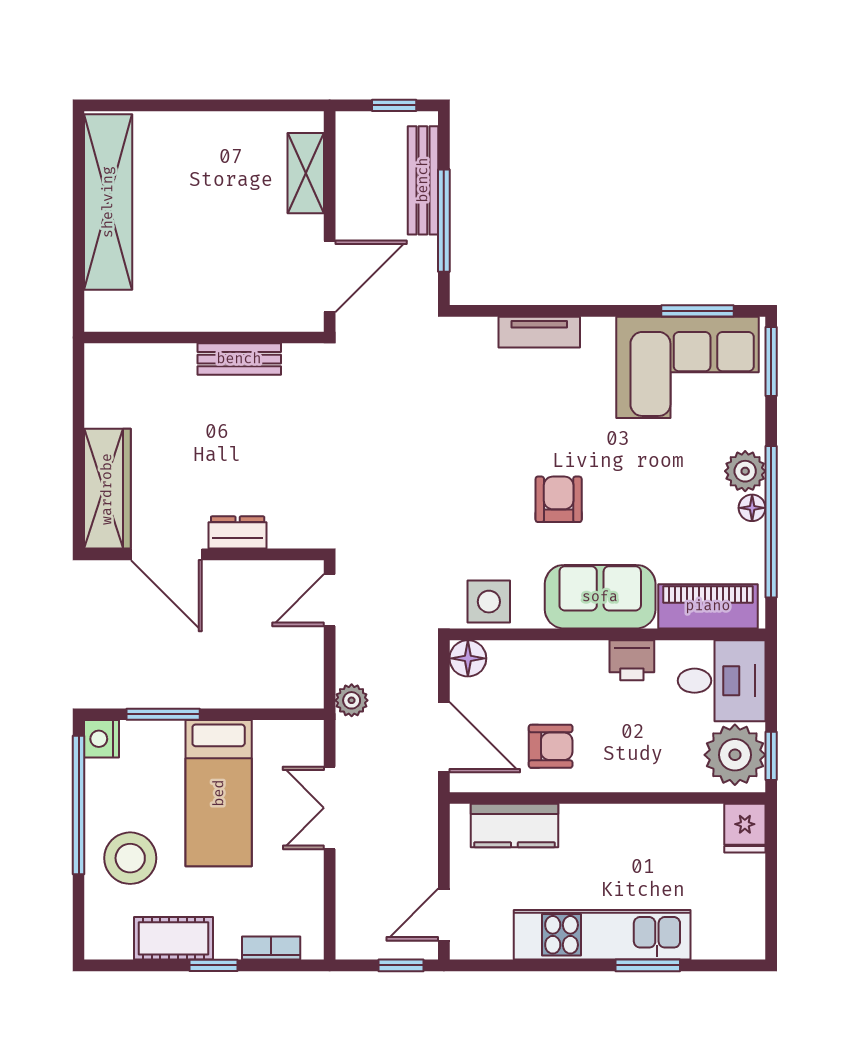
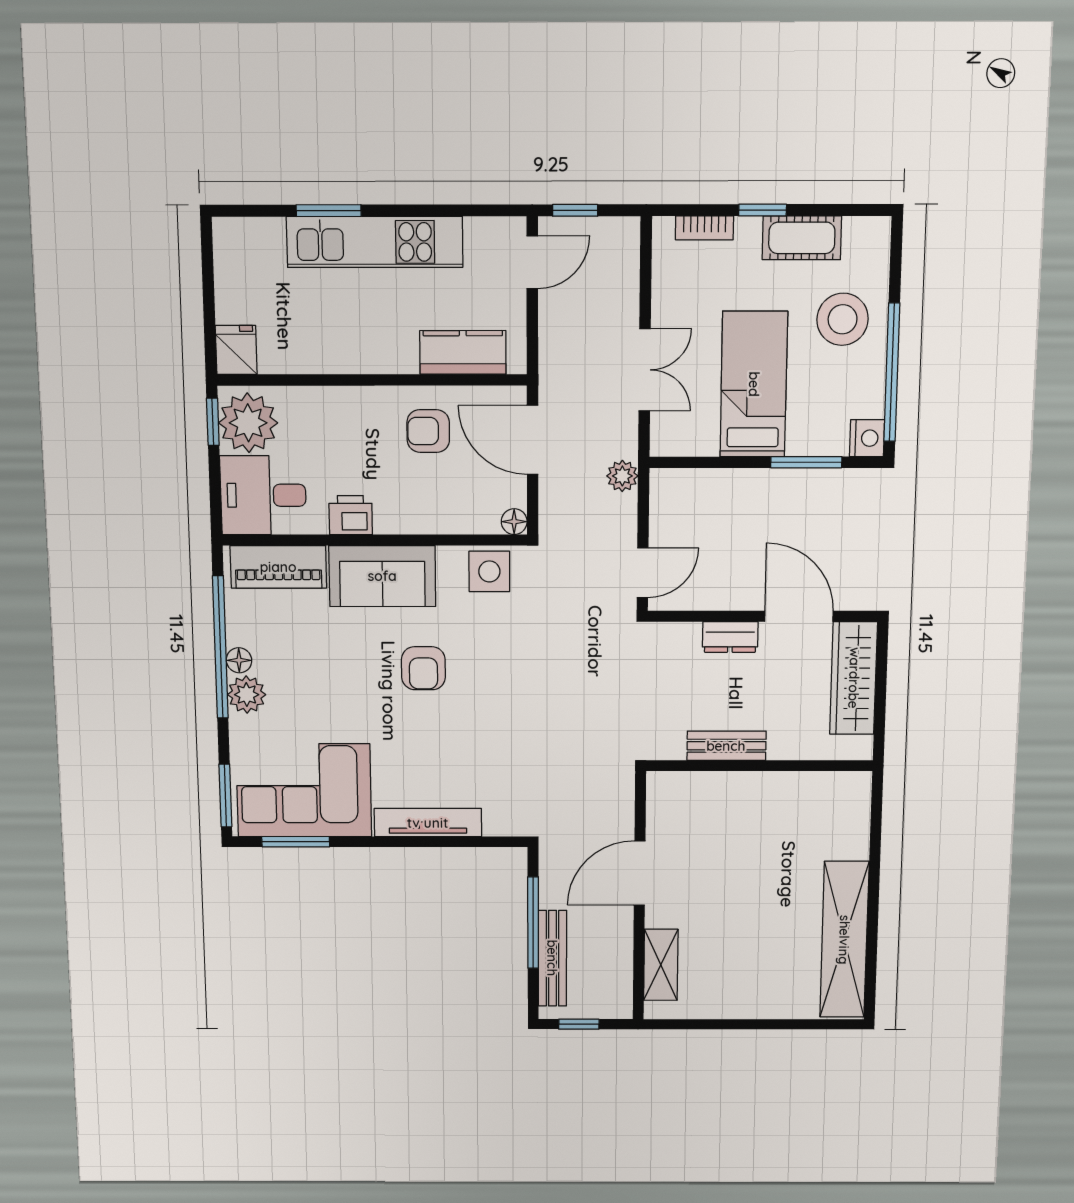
tv unit: (539, 332) -> (428, 823), width x1.41
wall: (204, 338) -> (759, 766), moved
bench: (239, 359) -> (726, 746), moved
floor lamp: (468, 658) -> (514, 522), width x0.73, depth x0.73

